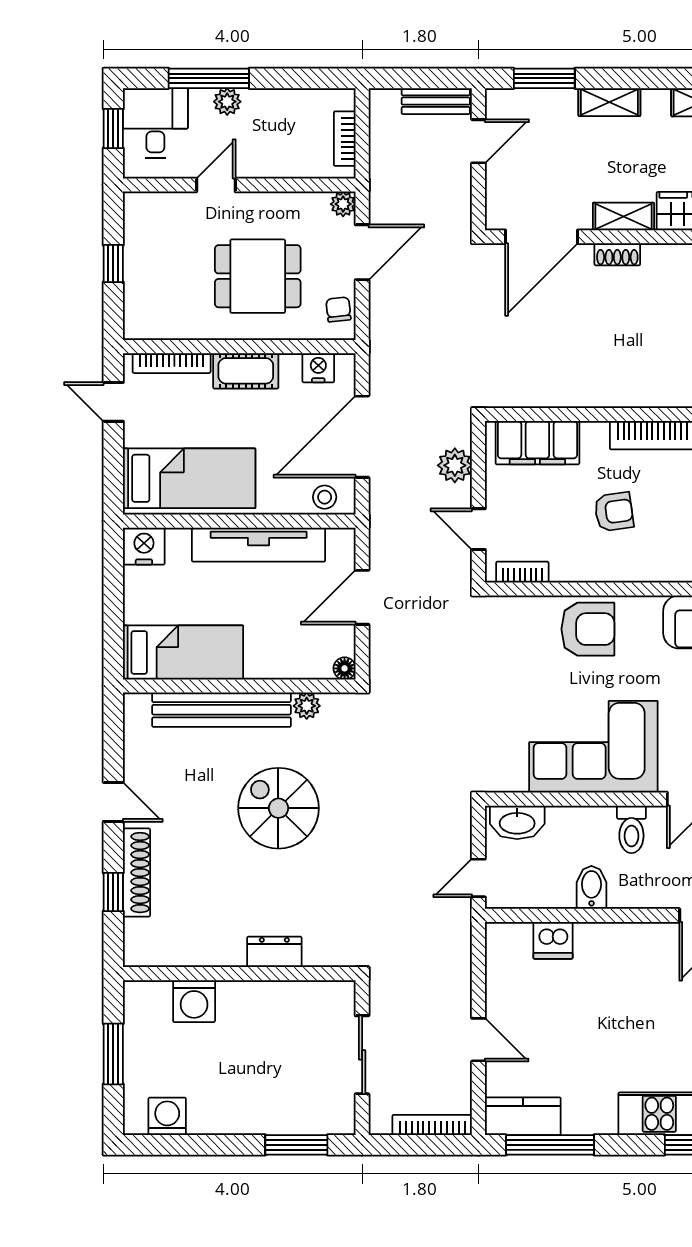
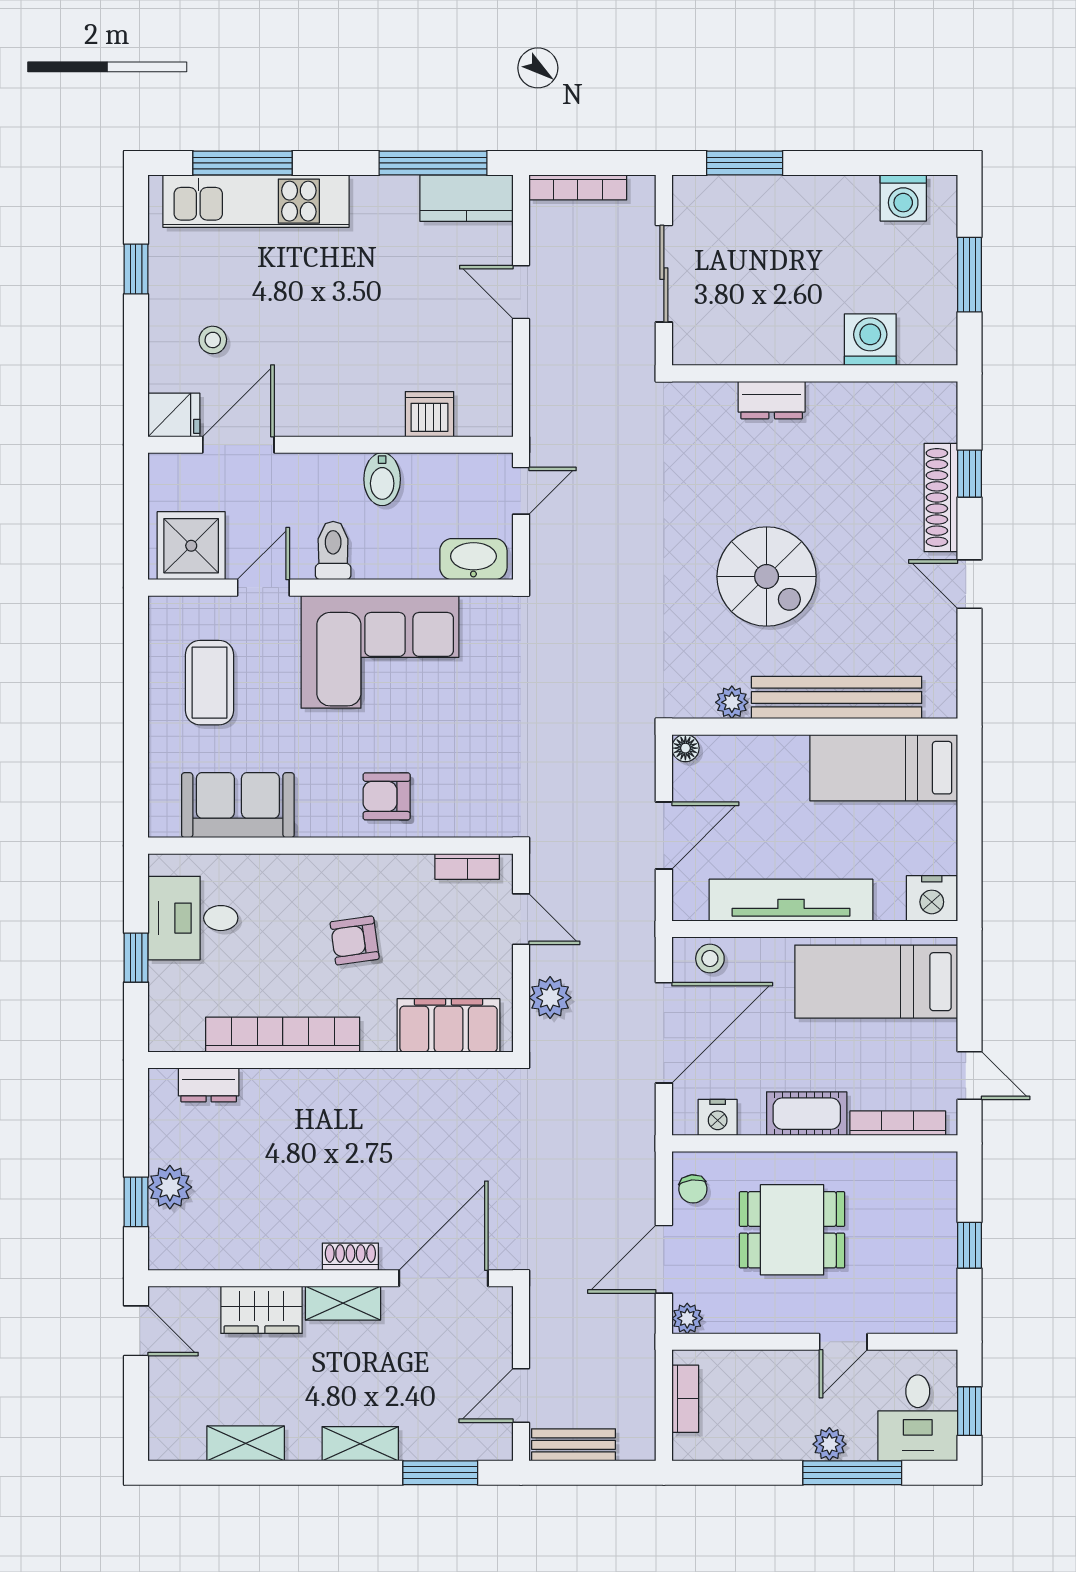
armchair: (588, 629) -> (387, 796), width x0.72, depth x0.72

